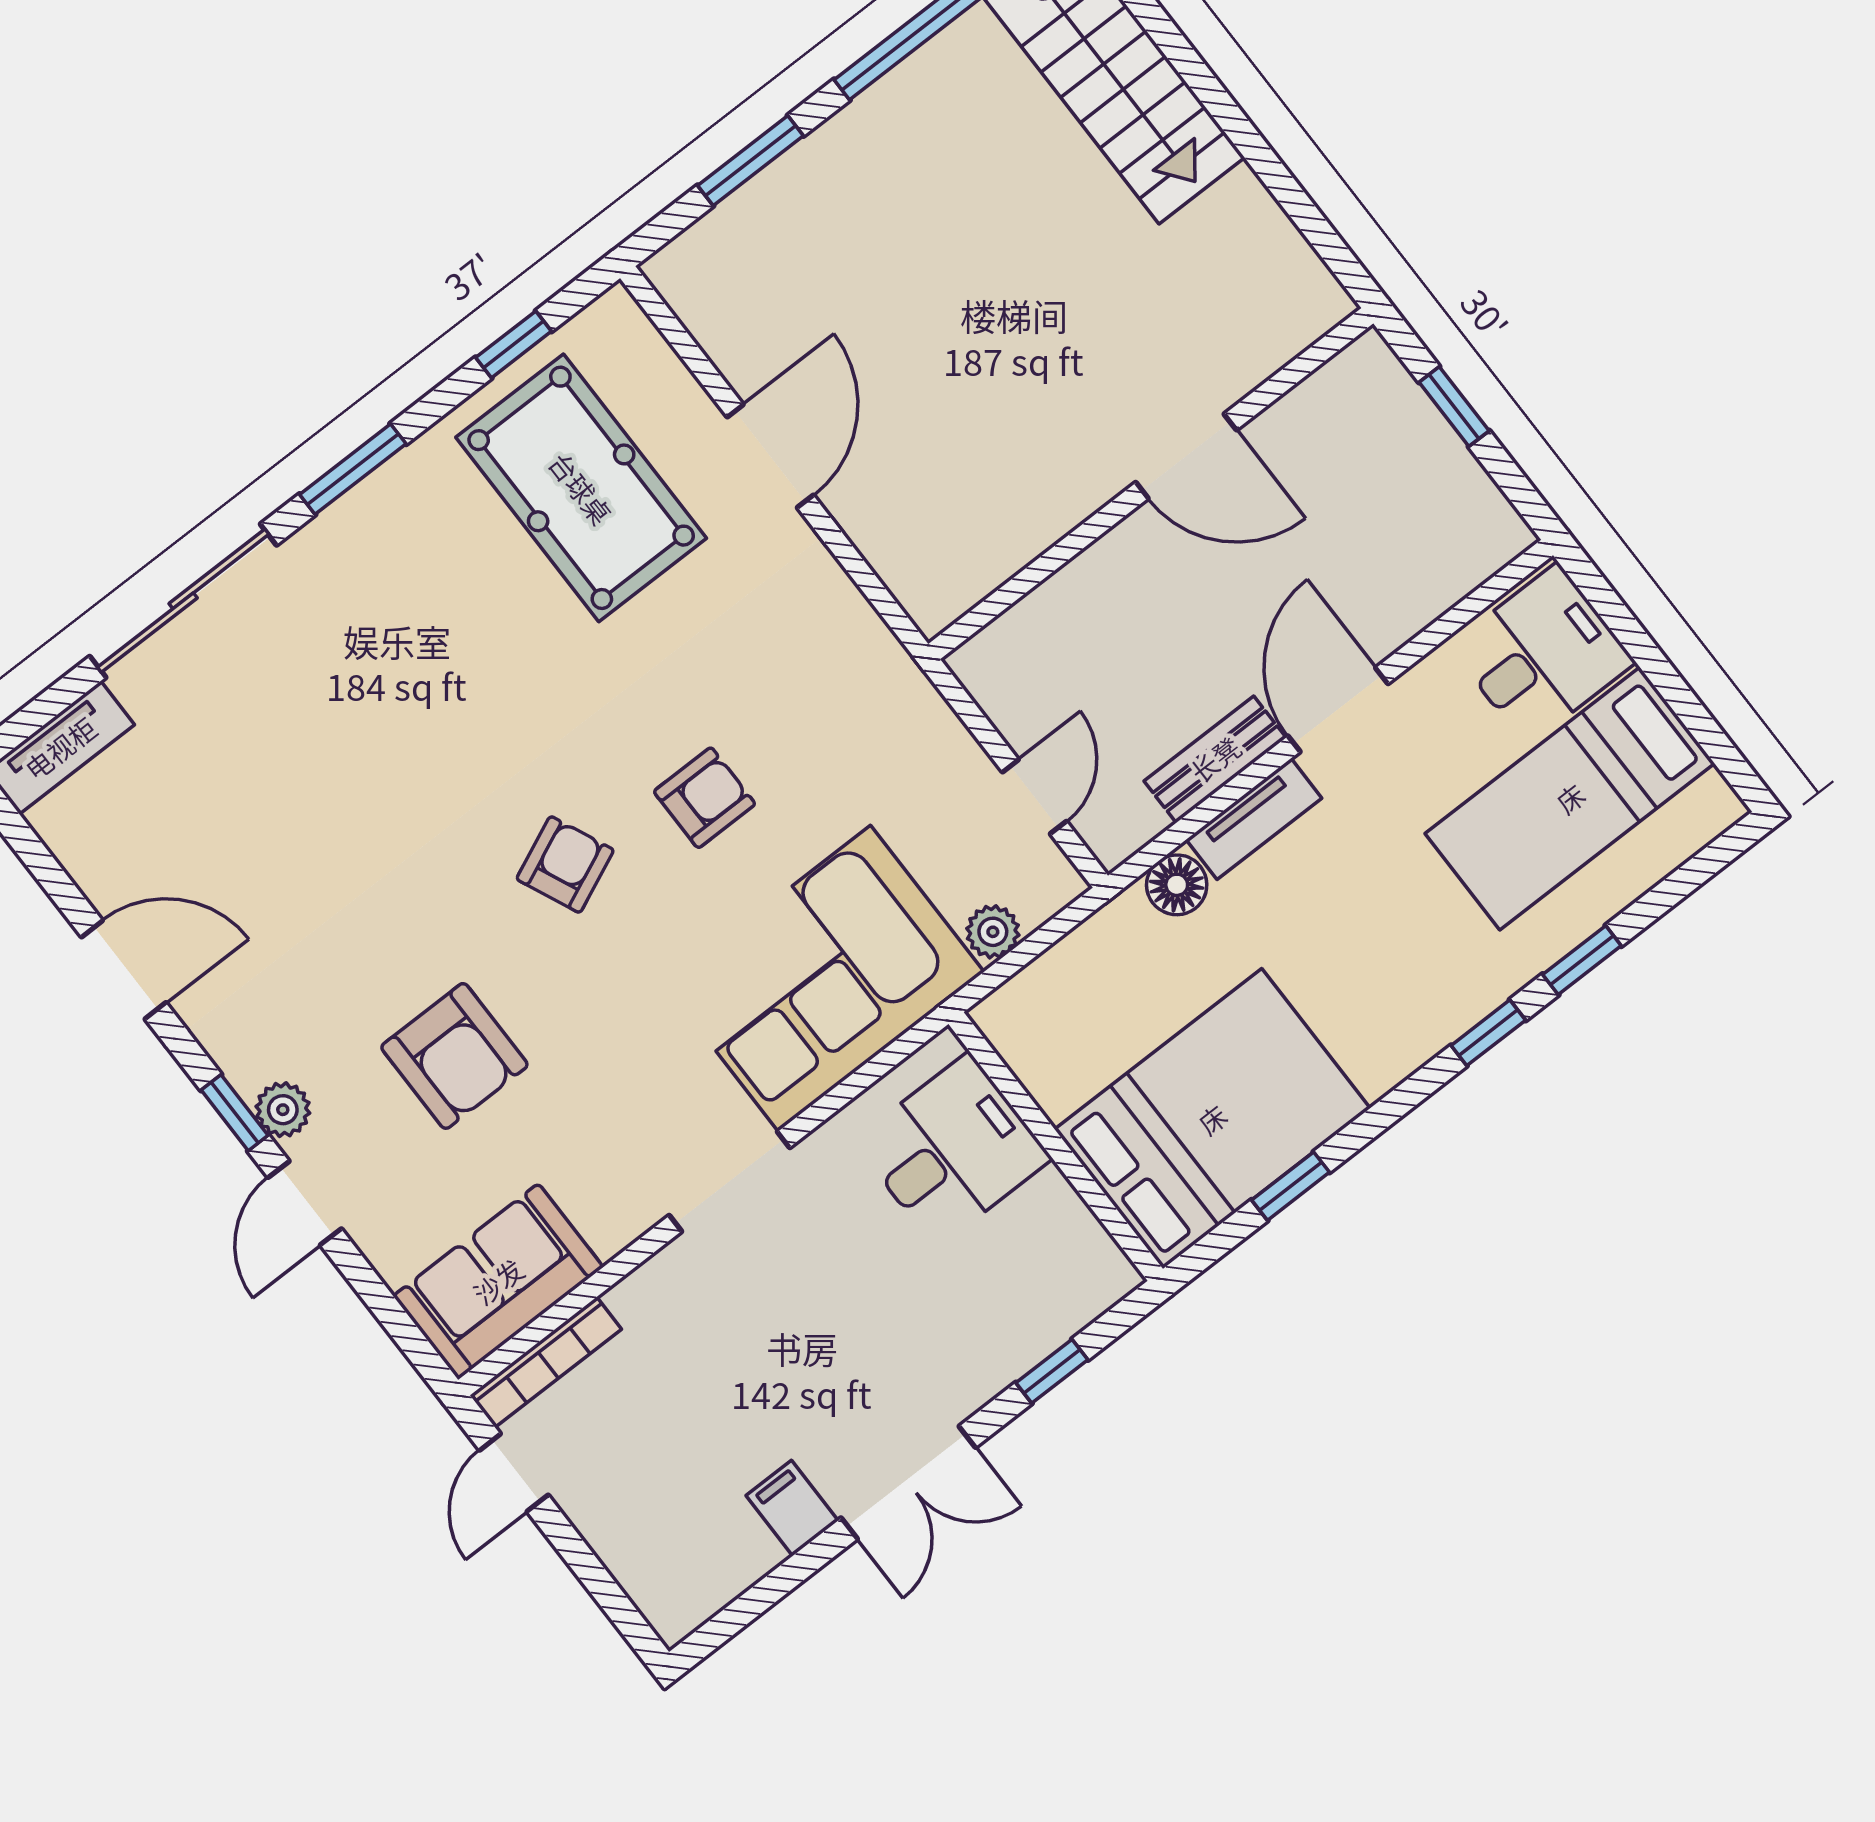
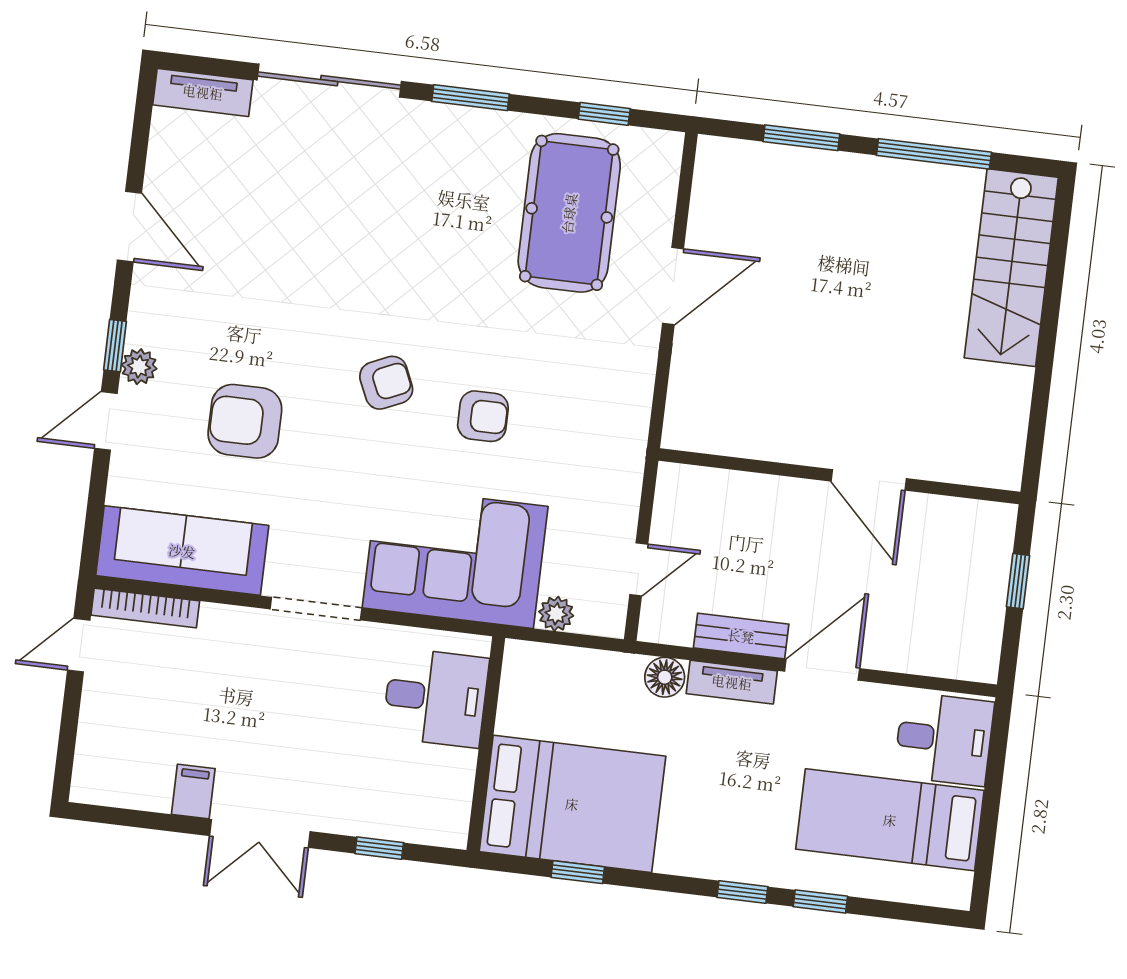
armchair: (454, 1056) -> (245, 421), turned 90
sofa: (498, 1281) -> (182, 551), width x1.36

